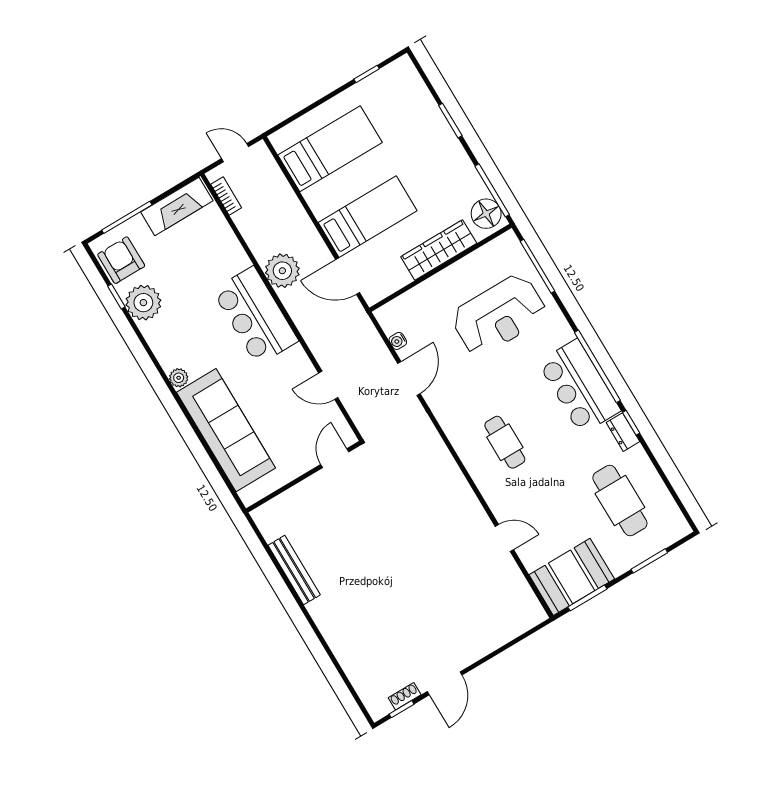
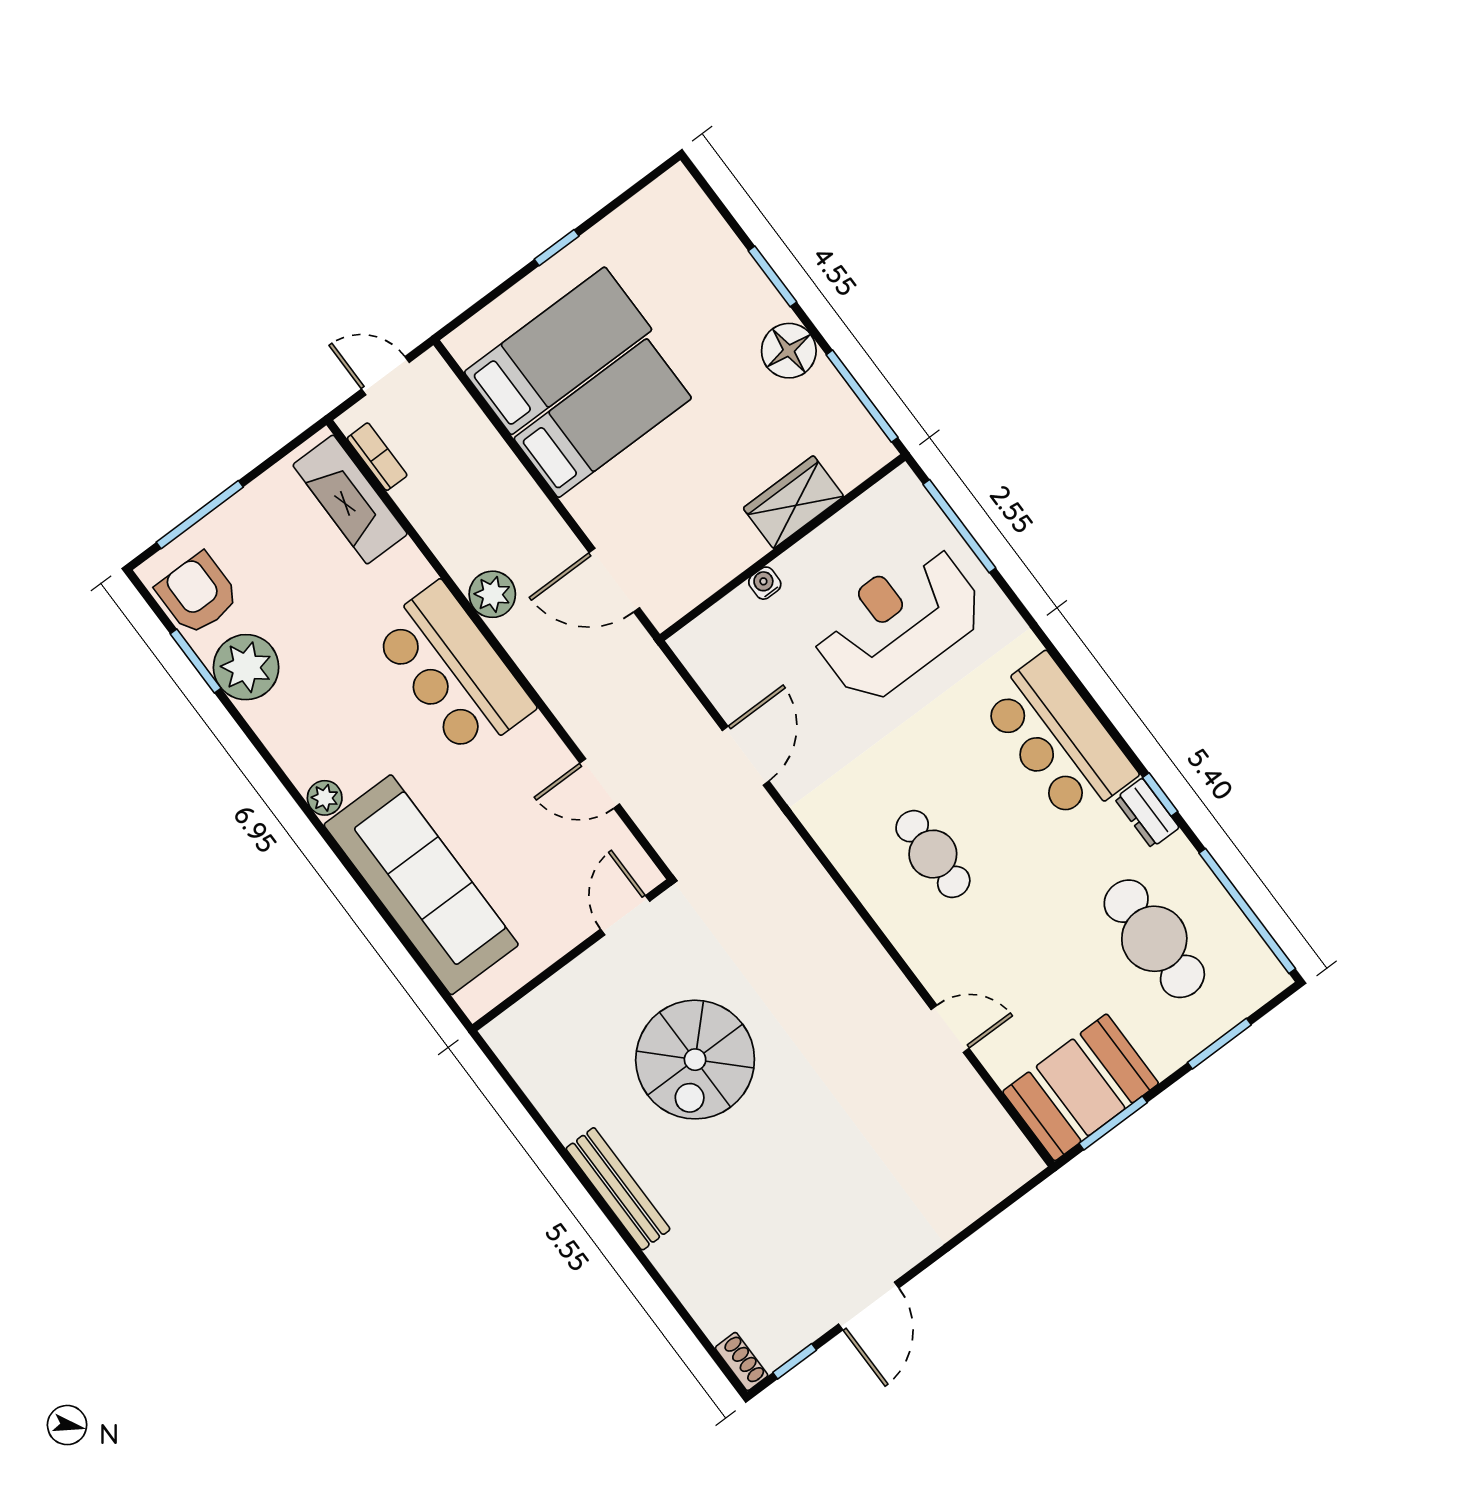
window: (367, 74) -> (557, 248), moved
fireplace: (177, 206) -> (350, 499), moved, turned 90
floor lamp: (486, 214) -> (789, 351), moved
bed: (368, 217) -> (603, 418), moved
wardrobe: (439, 250) -> (793, 502), width x0.67
plant: (282, 271) -> (492, 594), width x0.73, depth x0.73
window: (116, 296) -> (196, 661), width x1.50
reception desk: (499, 315) -> (898, 623), turned 180
water cooler: (398, 341) -> (765, 583), moved, turned 90
window: (597, 366) -> (1247, 911), moved
spiral stairs: (365, 540) -> (695, 1060), added
bench: (294, 570) -> (618, 1189), moved
shoe rack: (405, 696) -> (742, 1362), moved, turned 90

